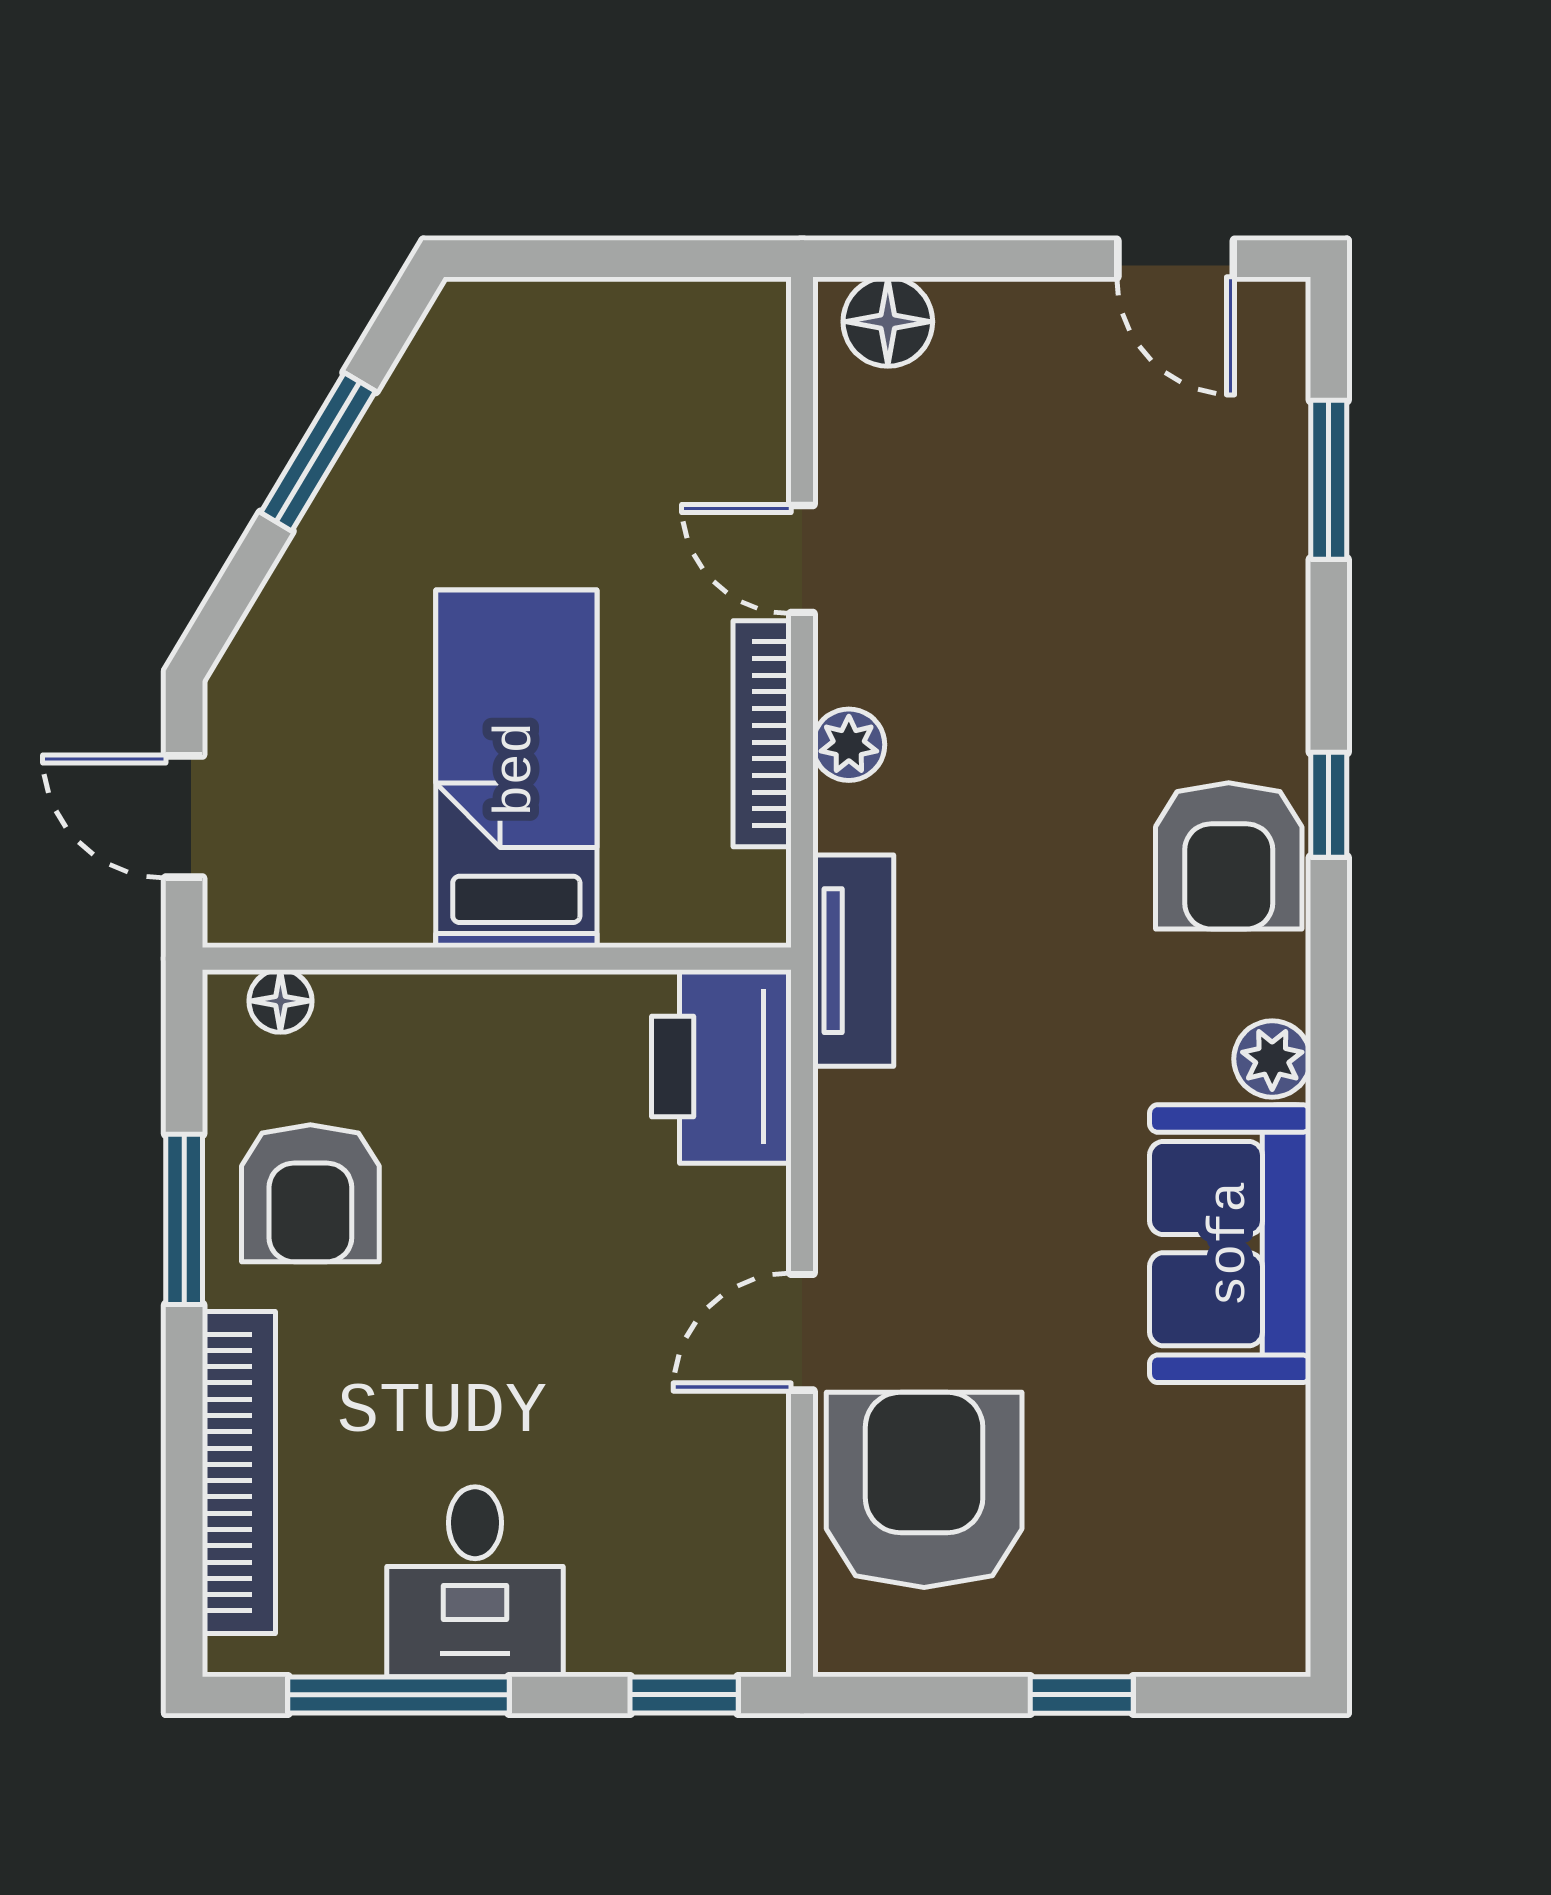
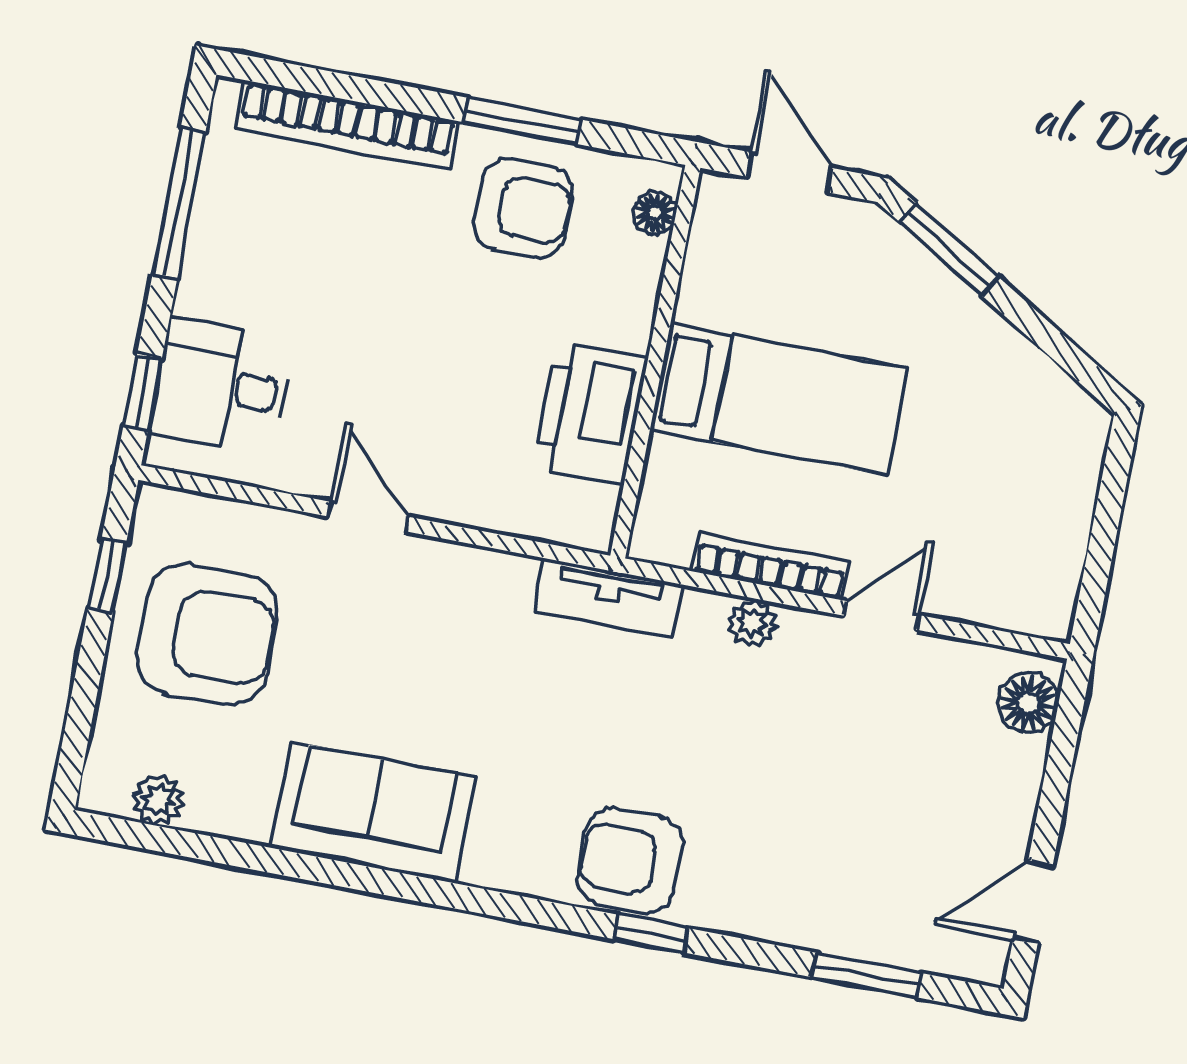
window: (318, 452) -> (949, 249), moved
door: (184, 816) -> (790, 172), hinge flipped
plant: (1272, 1059) -> (158, 800), moved
printer: (721, 1067) -> (590, 412), moved, turned -90
armchair: (310, 1193) -> (523, 208), turned 180
armchair: (924, 1490) -> (207, 634), moved
desk: (475, 1582) -> (222, 386), moved
window: (1082, 1695) -> (107, 576), moved

